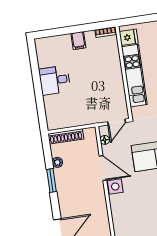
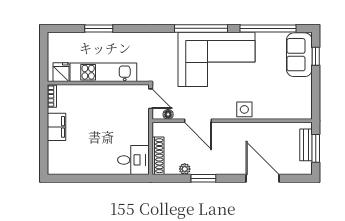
filing cabinet: (78, 41) -> (57, 127), width x2.00
desk: (55, 80) -> (133, 160), moved, turned -90
door: (103, 168) -> (198, 121), swing flipped
side table: (115, 187) -> (244, 109), moved

